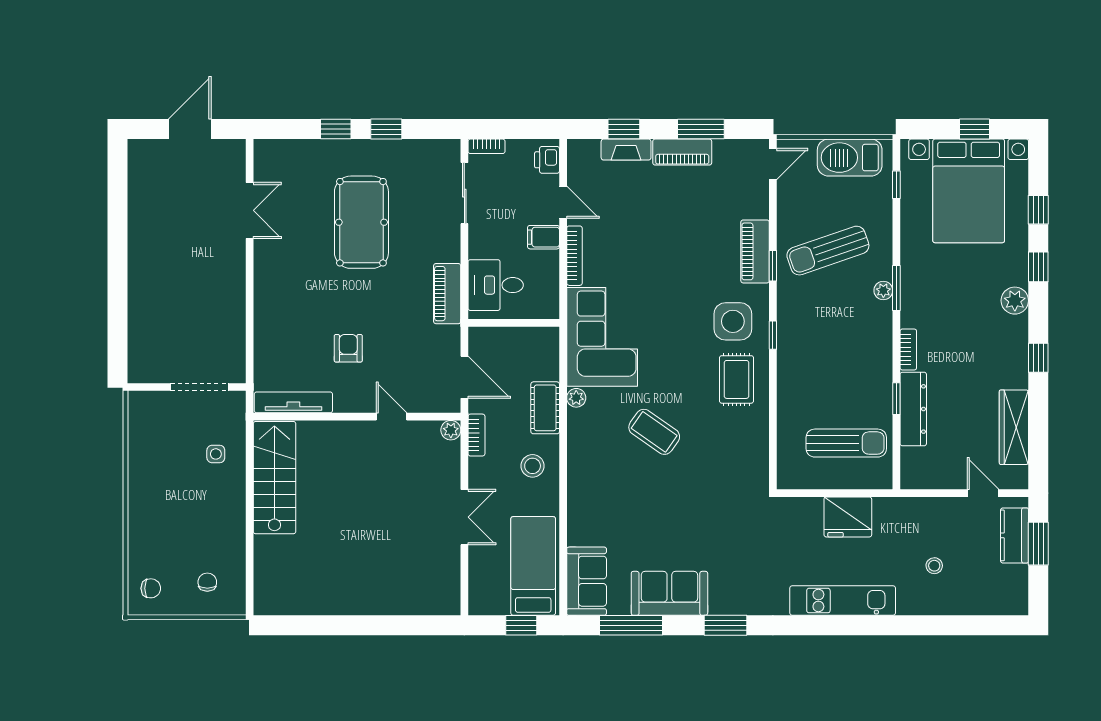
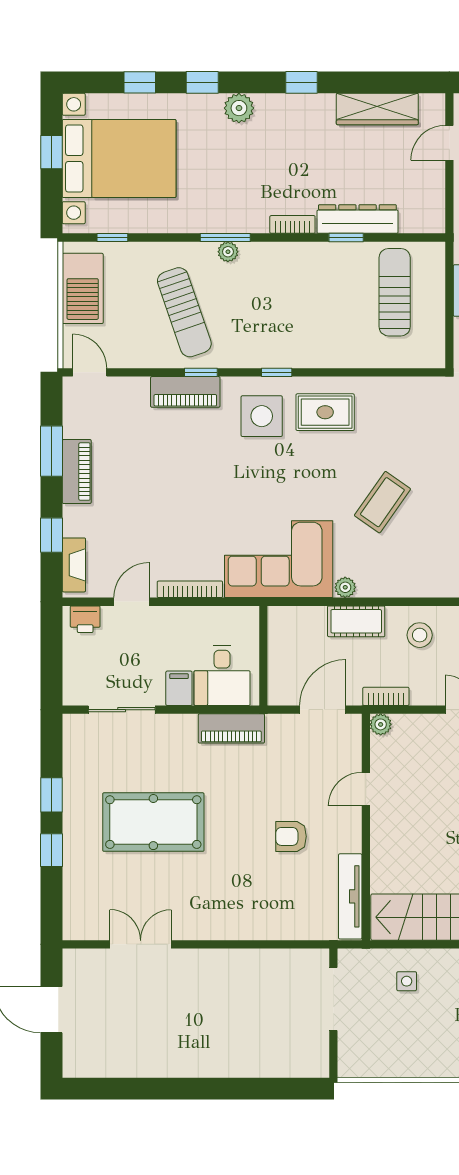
bookcase: (486, 146) -> (70, 685), removed
fireplace: (626, 150) -> (74, 565), moved
filing cabinet: (544, 237) -> (179, 688), moved, turned 180

